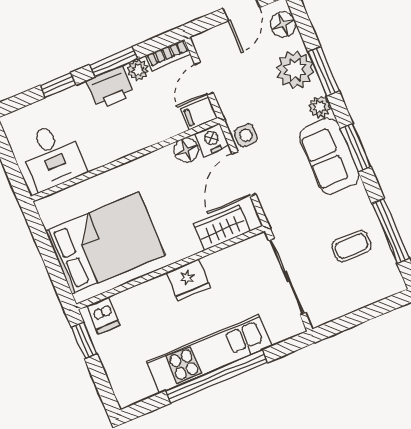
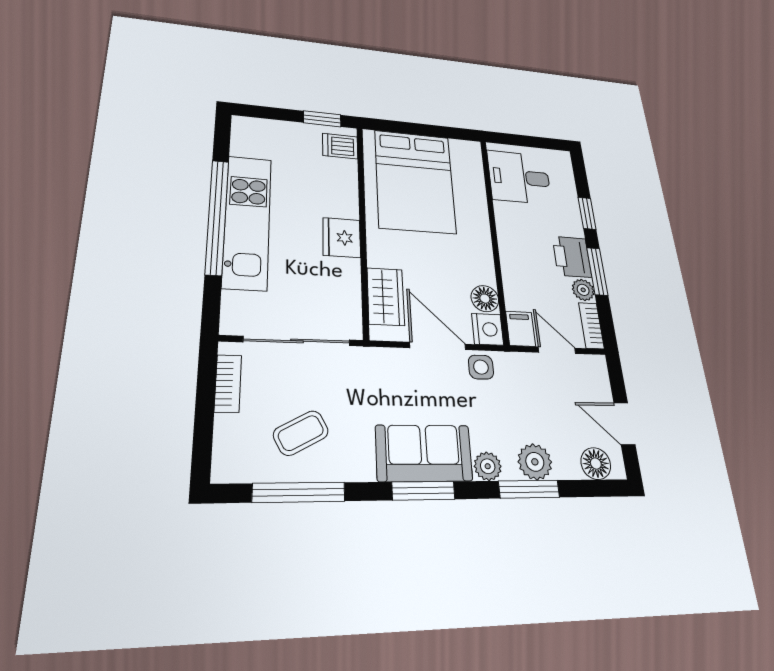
plant: (295, 70) -> (535, 462), width x0.73, depth x0.73
coffee table: (351, 246) -> (301, 433), turned 62
bookcase: (339, 309) -> (228, 383), added

